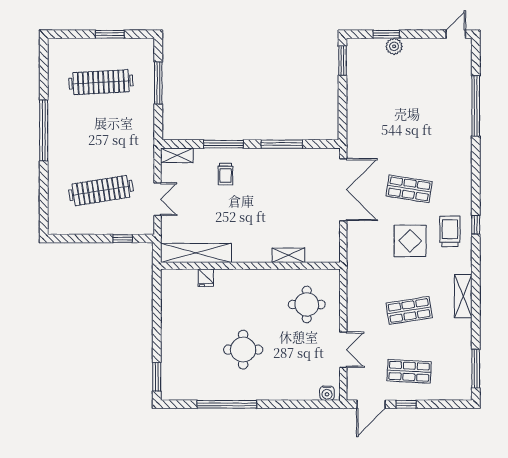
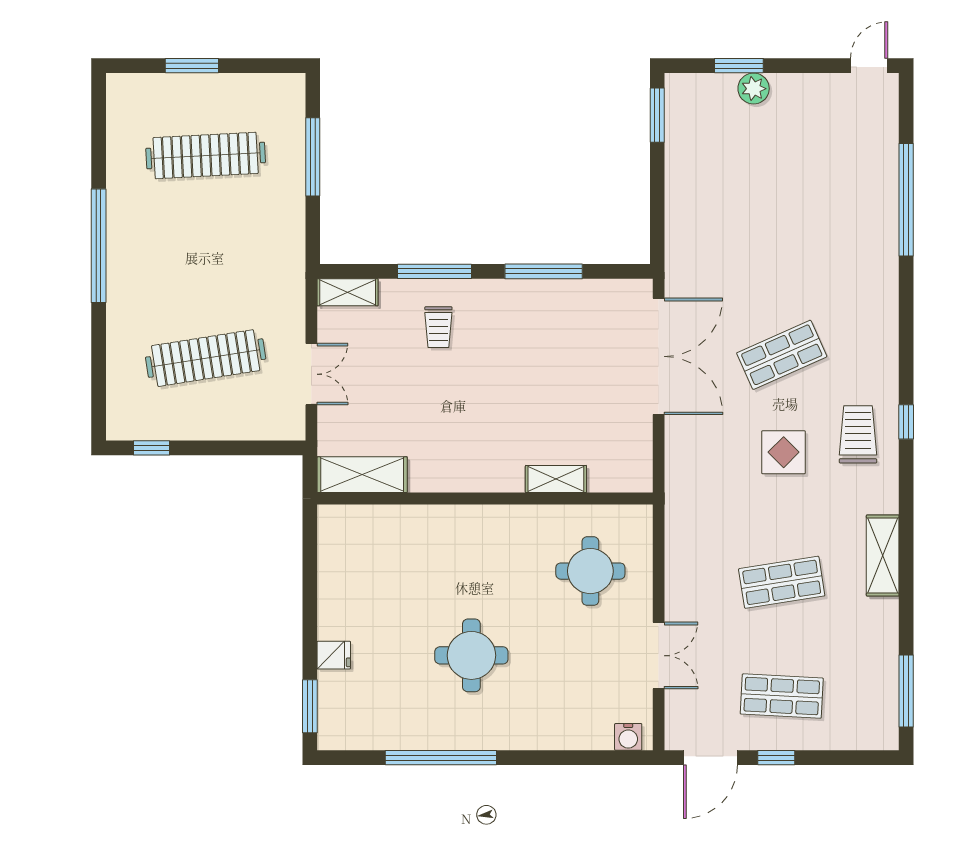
window: (110, 34) -> (192, 66), moved
shop shelf: (409, 189) -> (782, 355), turned -33
window: (123, 239) -> (151, 448), moved
display table: (410, 241) -> (784, 452), width x0.73, depth x0.73
shelving: (196, 253) -> (362, 475), width x0.68
fridge: (206, 278) -> (334, 655), moved, turned -90

